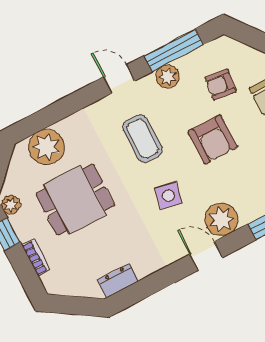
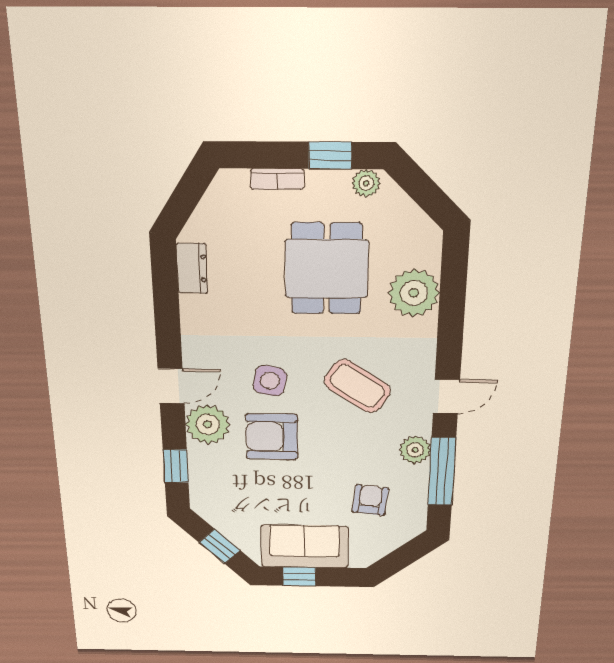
coffee table: (142, 139) -> (357, 386), turned 34
armchair: (213, 139) -> (272, 437), moved
plant: (46, 147) -> (414, 293), moved

